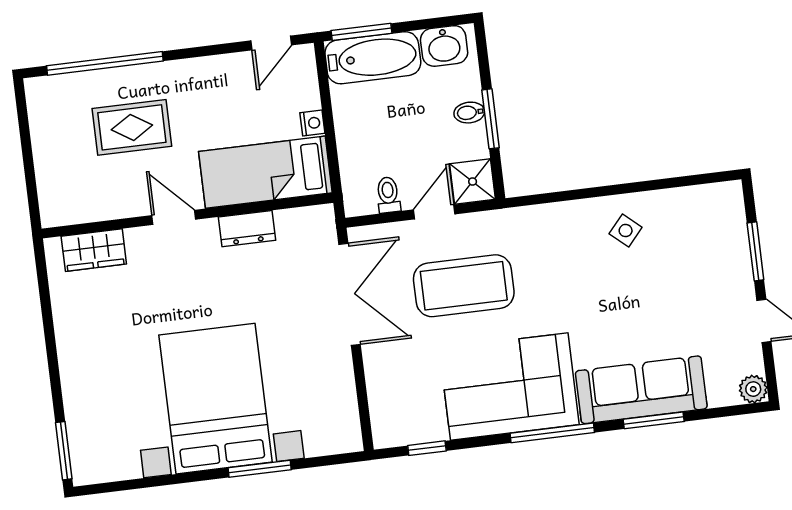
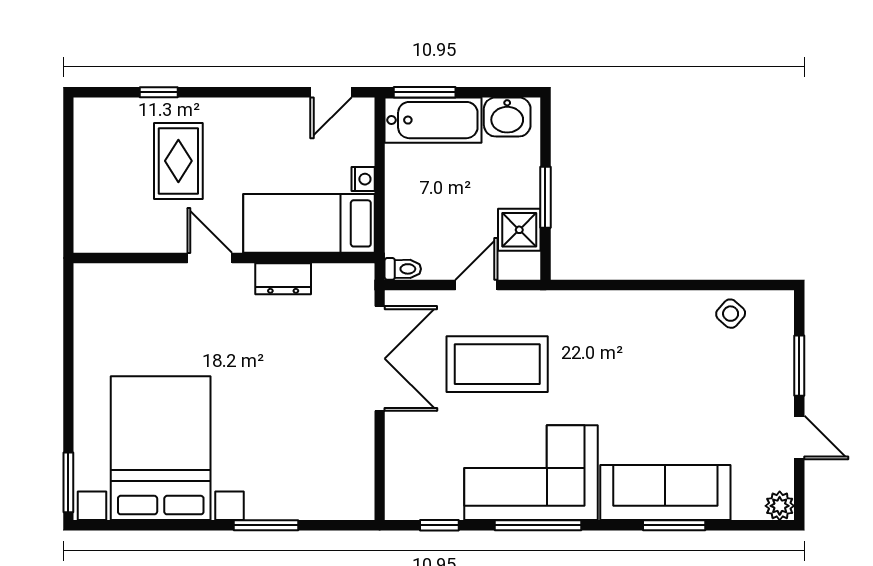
window: (105, 63) -> (159, 92), width x0.32
bidet: (469, 113) -> (525, 188), removed
rug: (132, 127) -> (178, 161), turned 90
shower: (473, 182) -> (519, 230), moved
toilet: (388, 195) -> (403, 269), moved, turned 90
side table: (626, 231) -> (731, 314), moved
wardrobe: (94, 250) -> (124, 281), removed
bed with nightstands: (215, 399) -> (161, 448), moved
window: (552, 433) -> (538, 525), moved

